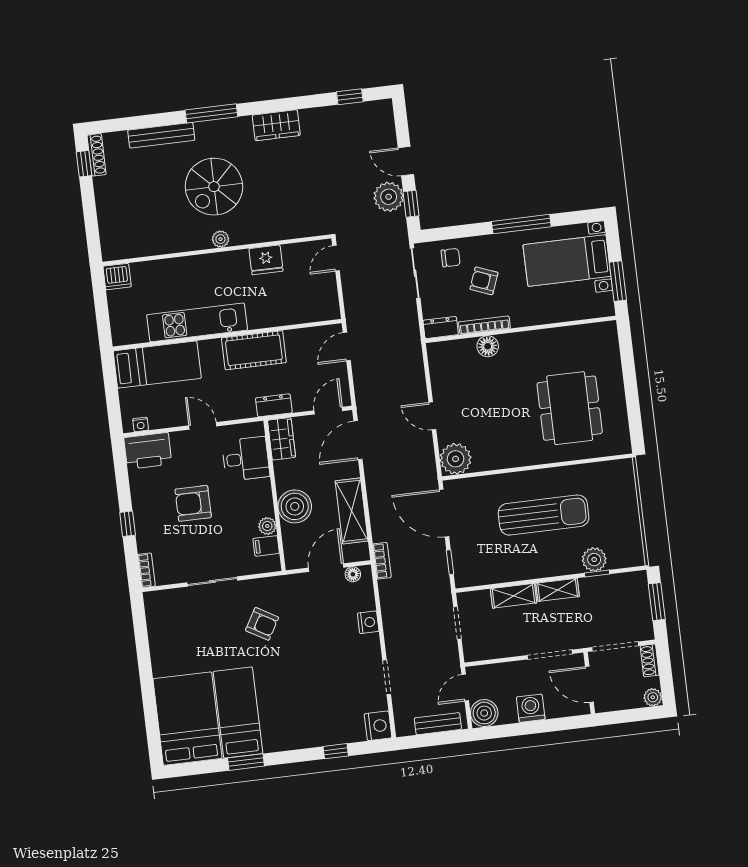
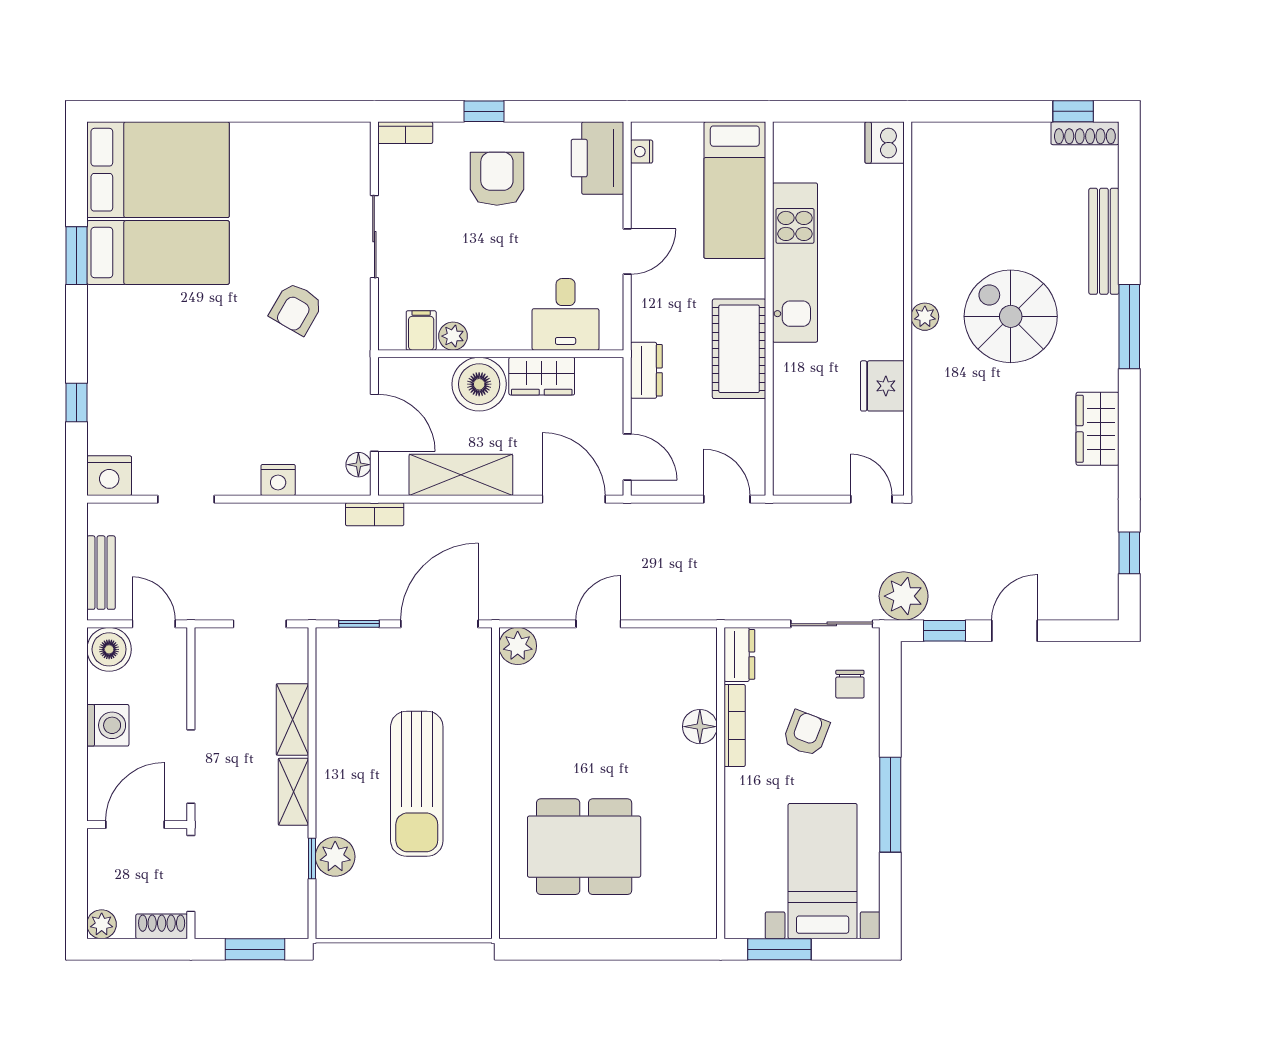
plant: (389, 197) -> (904, 596), moved
wardrobe: (282, 439) -> (542, 376), moved
plant: (456, 459) -> (518, 646), width x0.73, depth x0.73
armchair: (193, 503) -> (497, 179), moved

